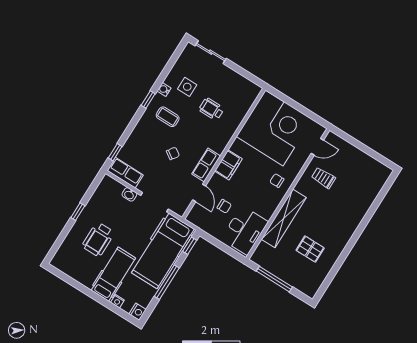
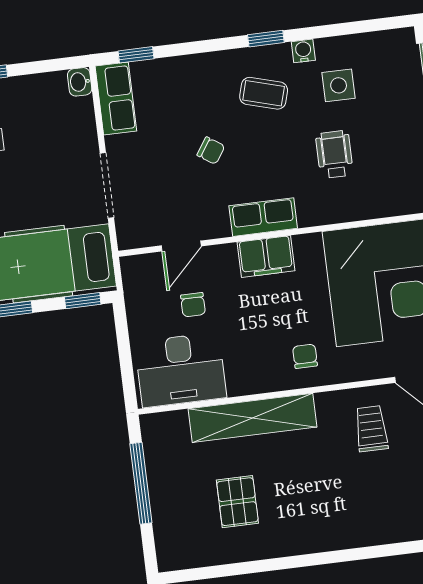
coffee table: (168, 117) -> (264, 93), turned -74
row of seats: (206, 165) -> (263, 217), moved
washbasin: (129, 194) -> (80, 82), moved

